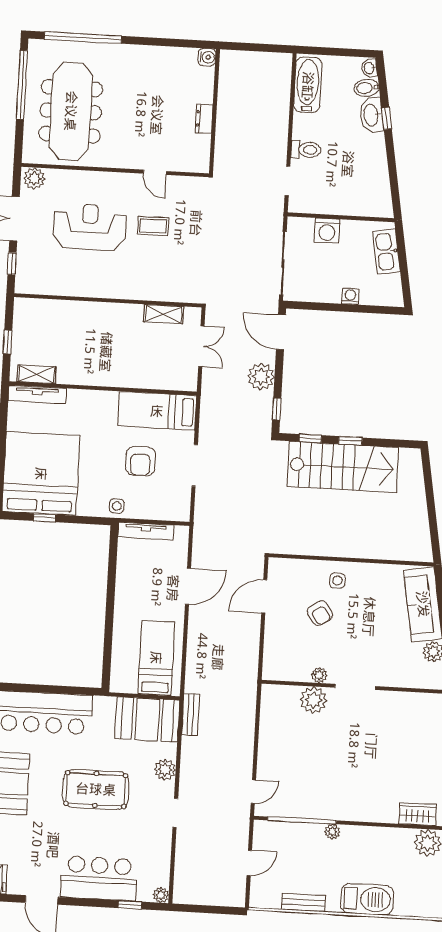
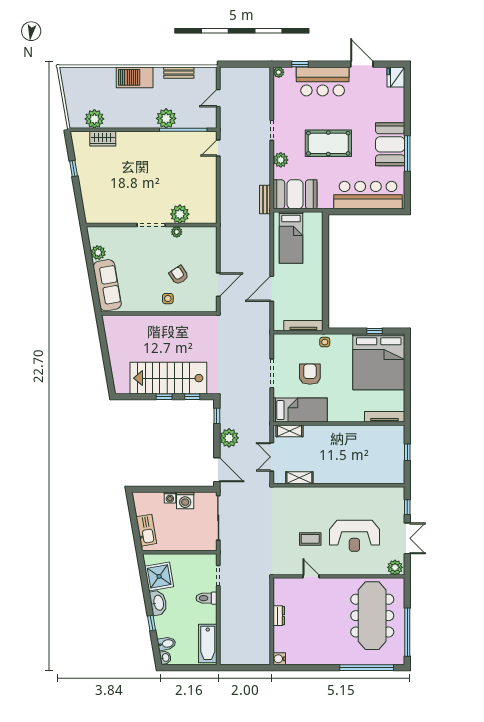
washbasin: (372, 115) -> (158, 603), moved
shower: (372, 184) -> (159, 576), added
washing machine: (327, 231) -> (185, 500), moved, turned 180
shelving: (36, 374) -> (289, 431), moved
plant: (332, 832) -> (166, 118), width x1.88, depth x1.88

